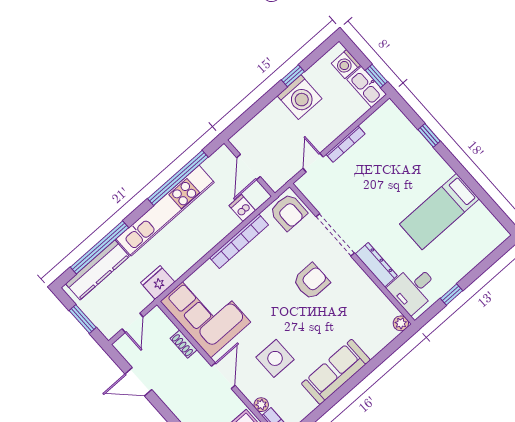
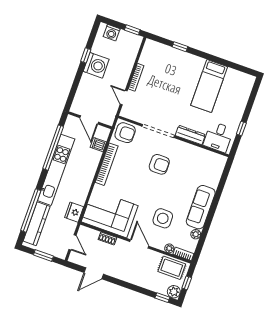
kitchen sink: (367, 87) -> (130, 39), removed
armchair: (311, 282) -> (159, 164), turned 90
plant: (401, 323) -> (196, 234), moved

